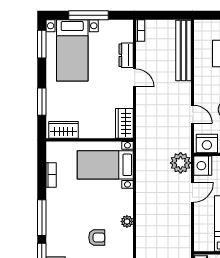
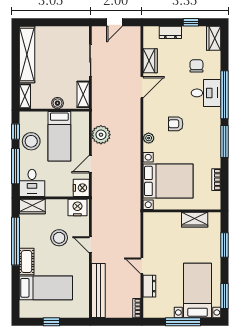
door: (192, 114) -> (90, 245), moved
wardrobe: (124, 123) -> (151, 225), removed
wardrobe: (64, 130) -> (195, 220), moved
plant: (181, 163) -> (101, 135), moved
bed with nightstands: (105, 165) -> (168, 181), width x1.36

